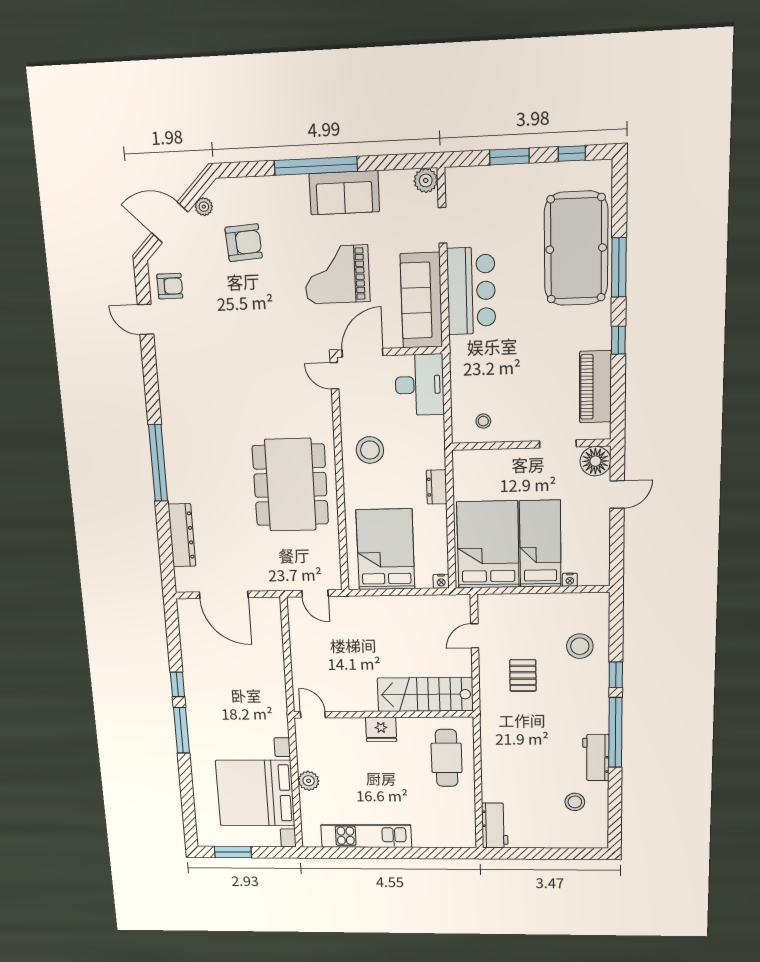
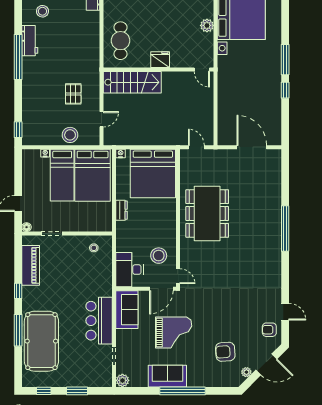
sofa: (421, 300) -> (127, 310), width x0.73
stool: (370, 450) -> (159, 256), moved
floor lamp: (595, 461) -> (27, 227), width x0.53, depth x0.53
dresser: (182, 535) -> (274, 185), removed
bed: (385, 549) -> (153, 173), width x1.36
stool: (580, 646) -> (70, 135), moved
window: (616, 675) -> (18, 130), moved

